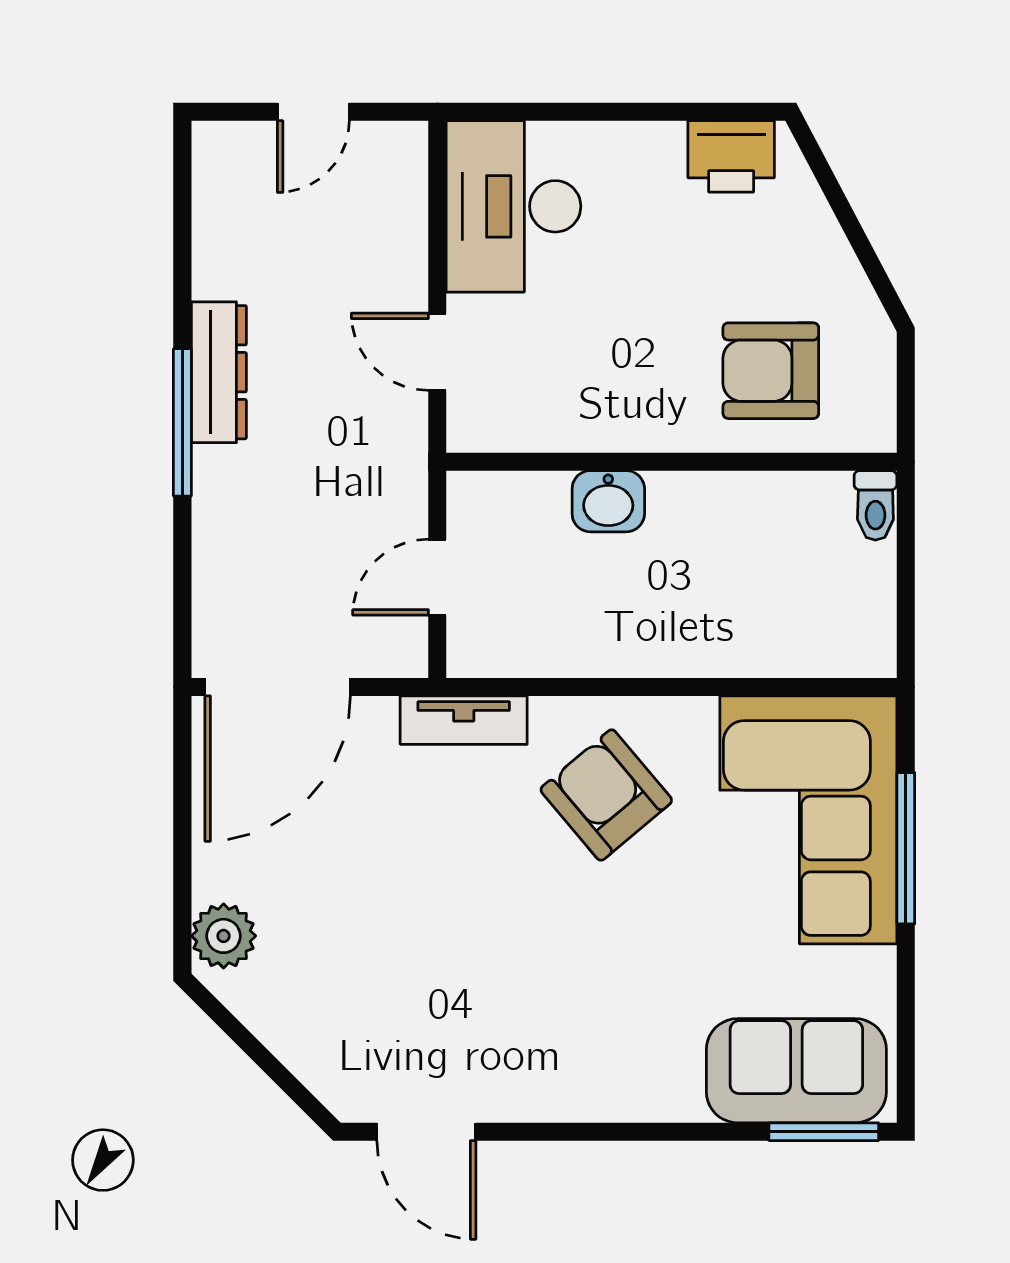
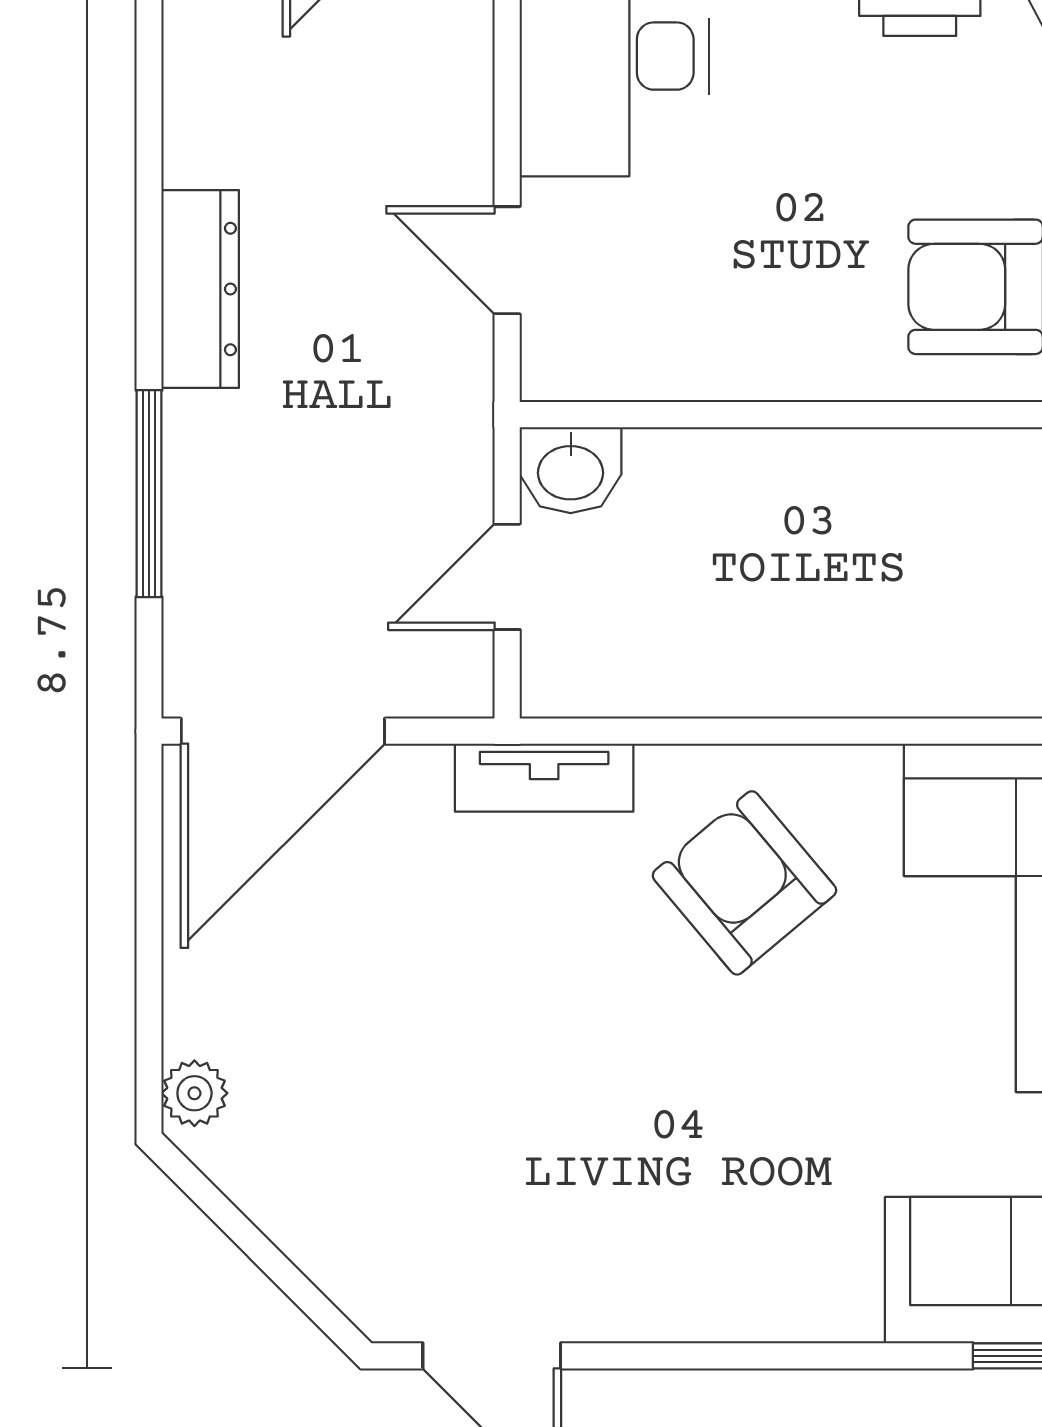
window: (182, 422) -> (149, 494), moved
washbasin: (608, 501) -> (571, 470), moved
plant: (224, 936) -> (194, 1093), width x0.73, depth x0.73

